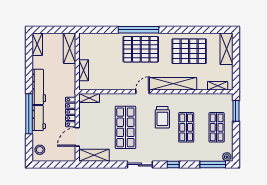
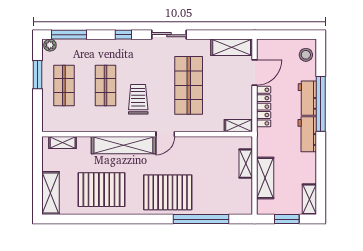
window: (54, 30) -> (287, 219), added
window: (139, 30) -> (201, 219), moved
shelving: (70, 48) -> (265, 178), moved
workbench: (39, 87) -> (307, 134), width x0.73
window: (236, 111) -> (37, 75), moved

